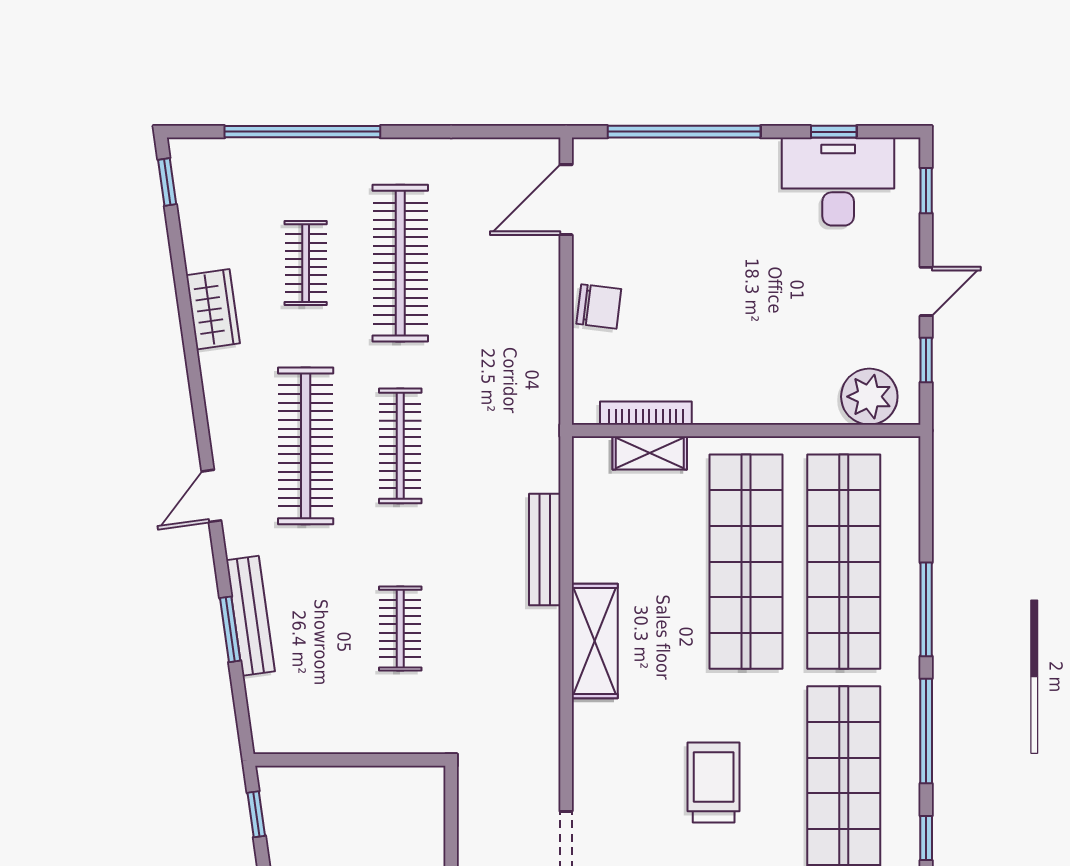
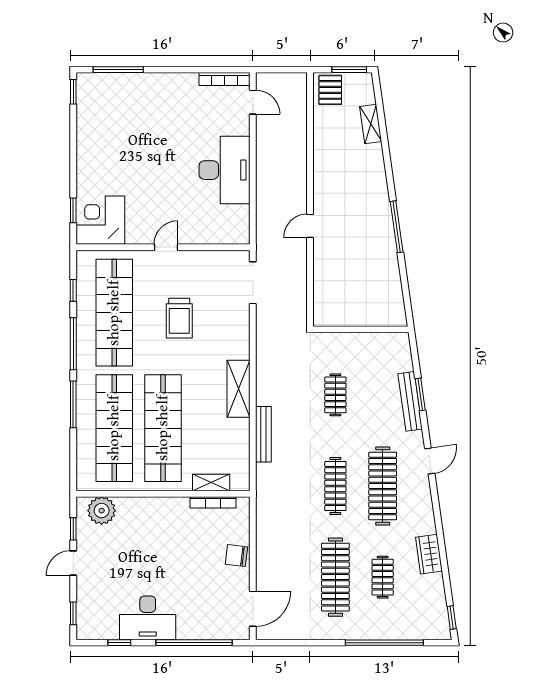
desk: (838, 182) -> (148, 618), moved
window: (256, 814) -> (407, 302), removed

